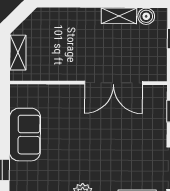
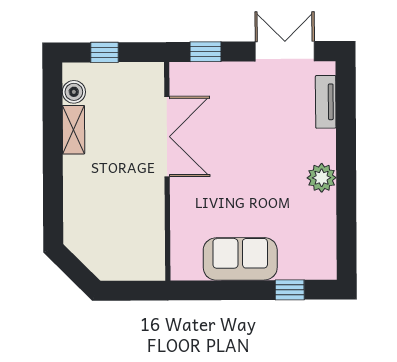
shelving: (18, 53) -> (126, 270), removed

